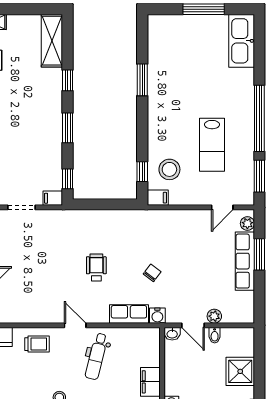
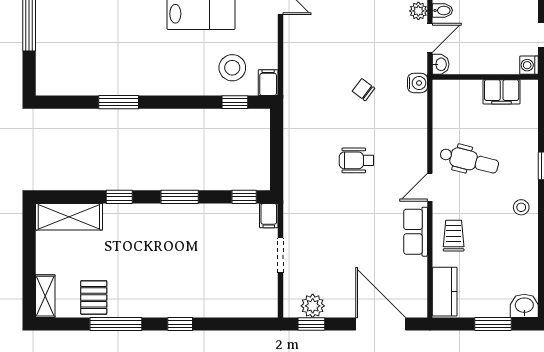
row of seats: (129, 314) -> (416, 232), moved

